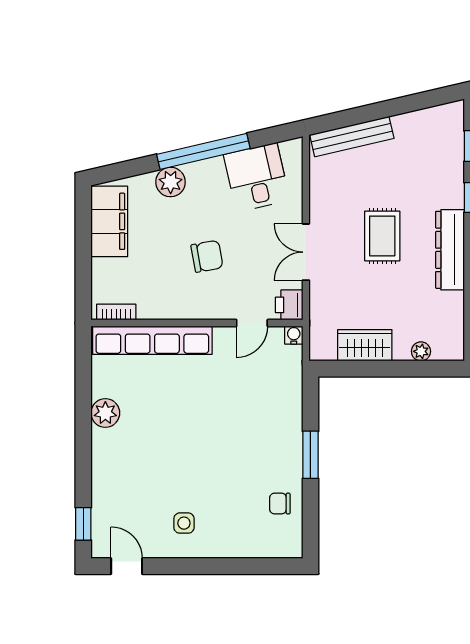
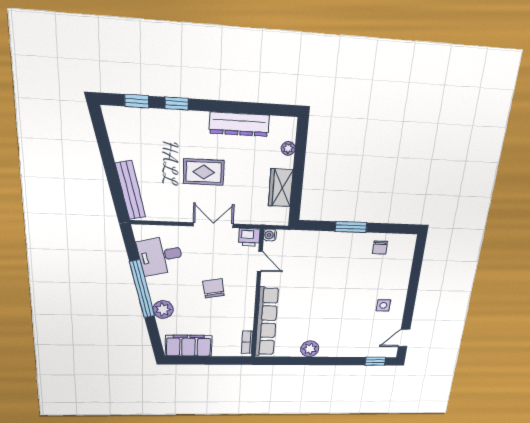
dresser: (450, 250) -> (239, 124), moved
double door: (306, 252) -> (213, 225), swing flipped

